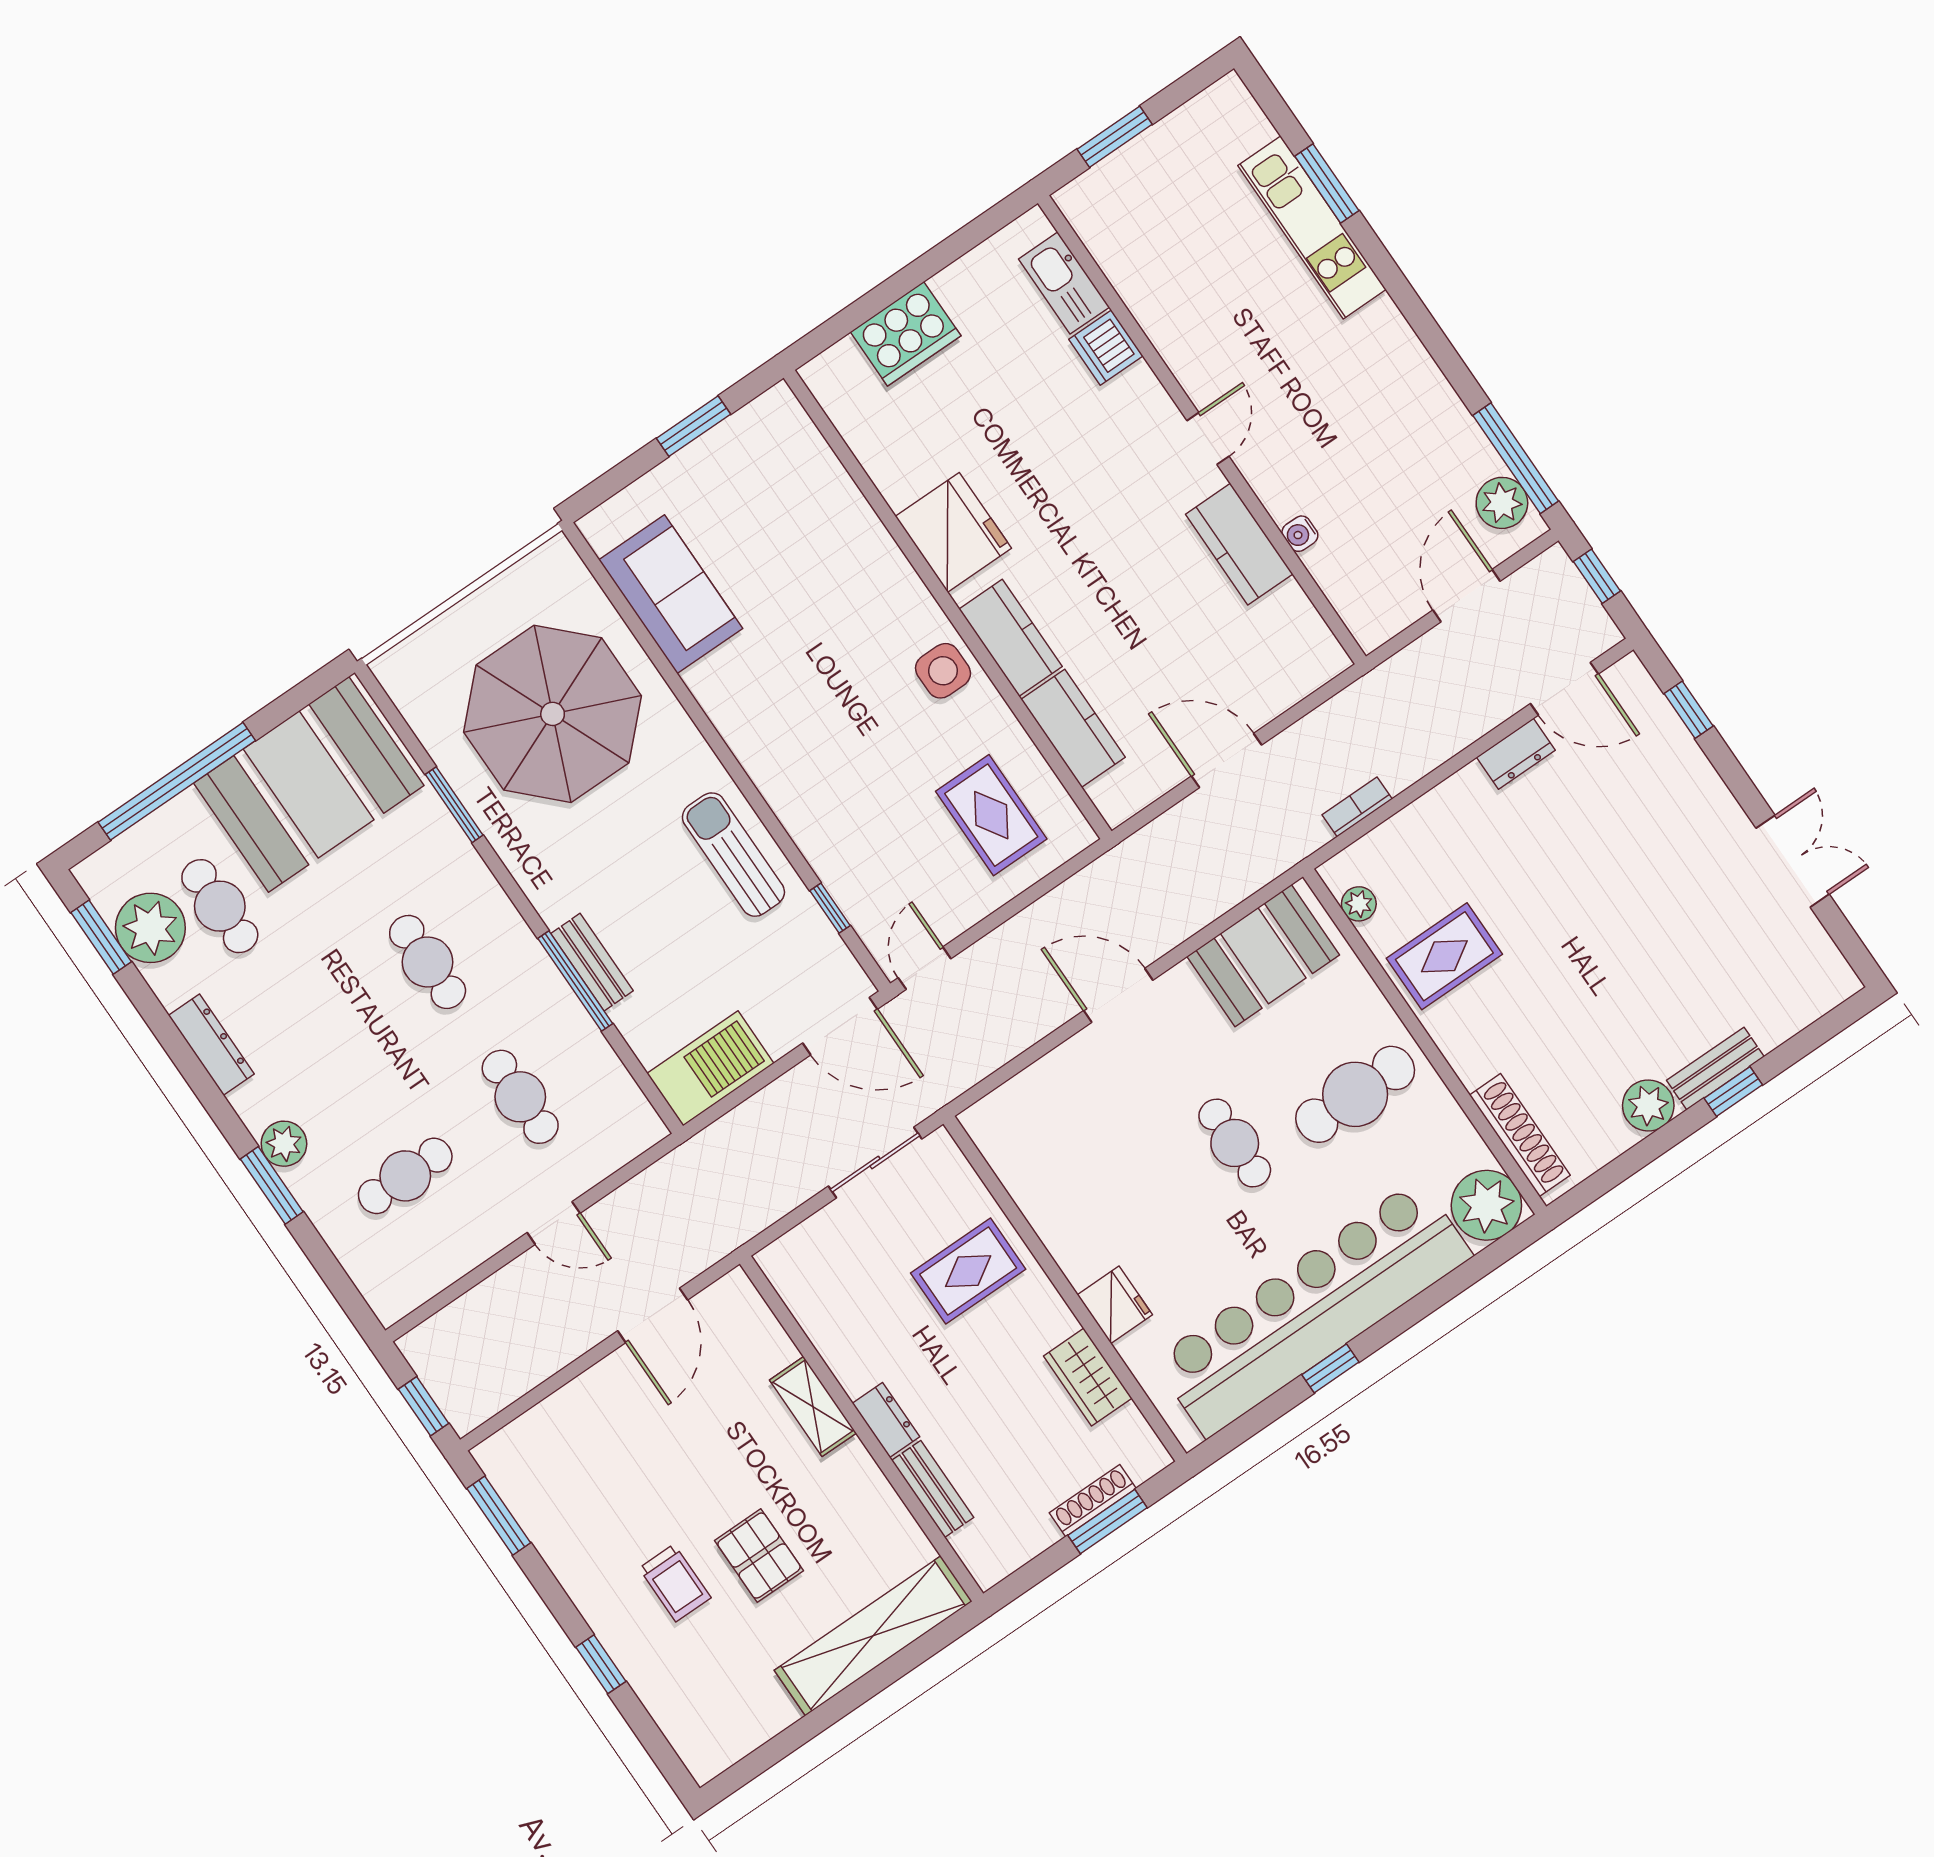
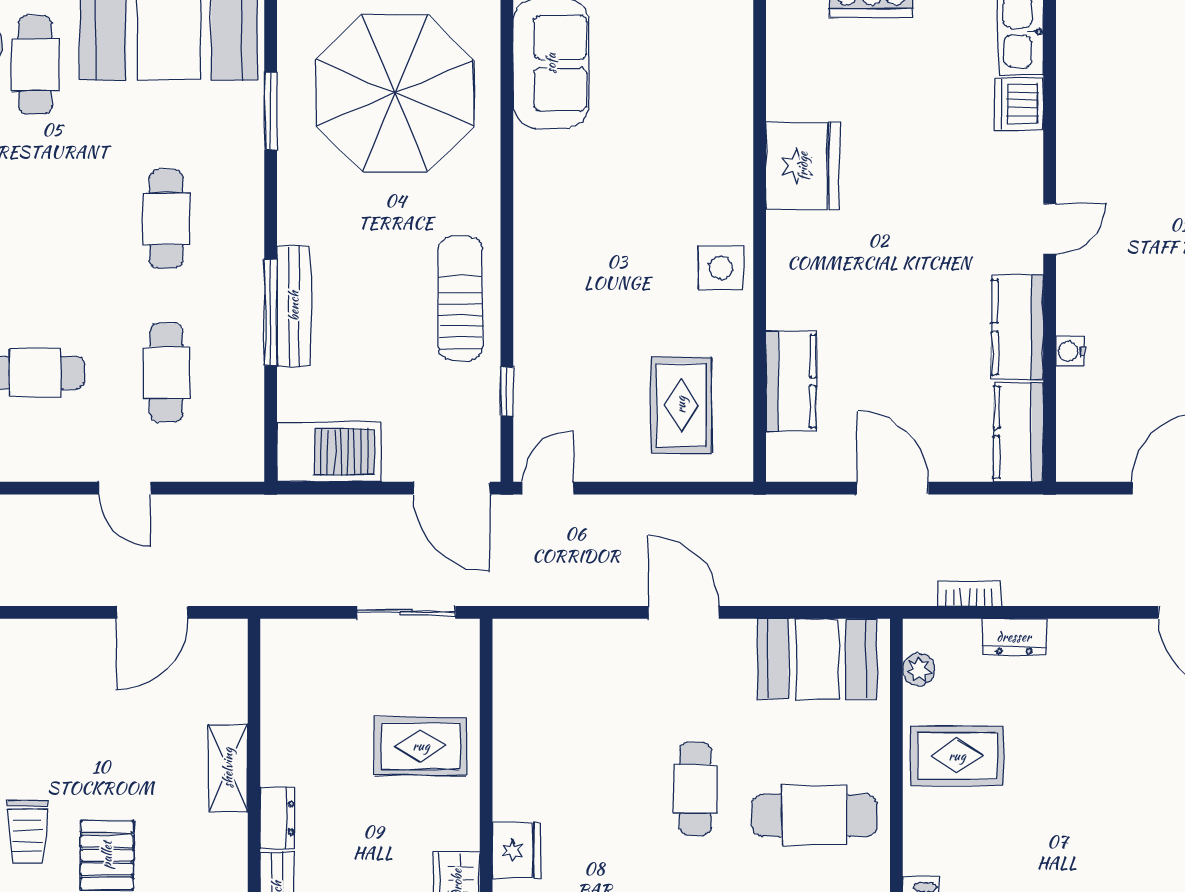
kitchen counter: (1011, 638) -> (1019, 432), moved, turned 180
dresser: (1516, 754) -> (1014, 637), moved
bench: (592, 962) -> (294, 306), width x1.36

